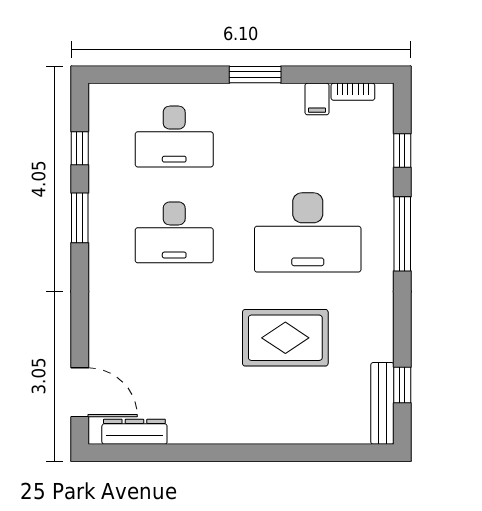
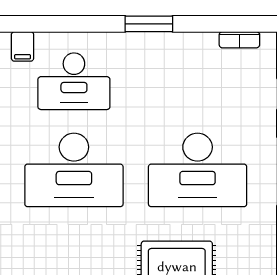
filing cabinet: (317, 99) -> (23, 46), moved
desk: (174, 232) -> (74, 170), width x1.36, depth x1.30

